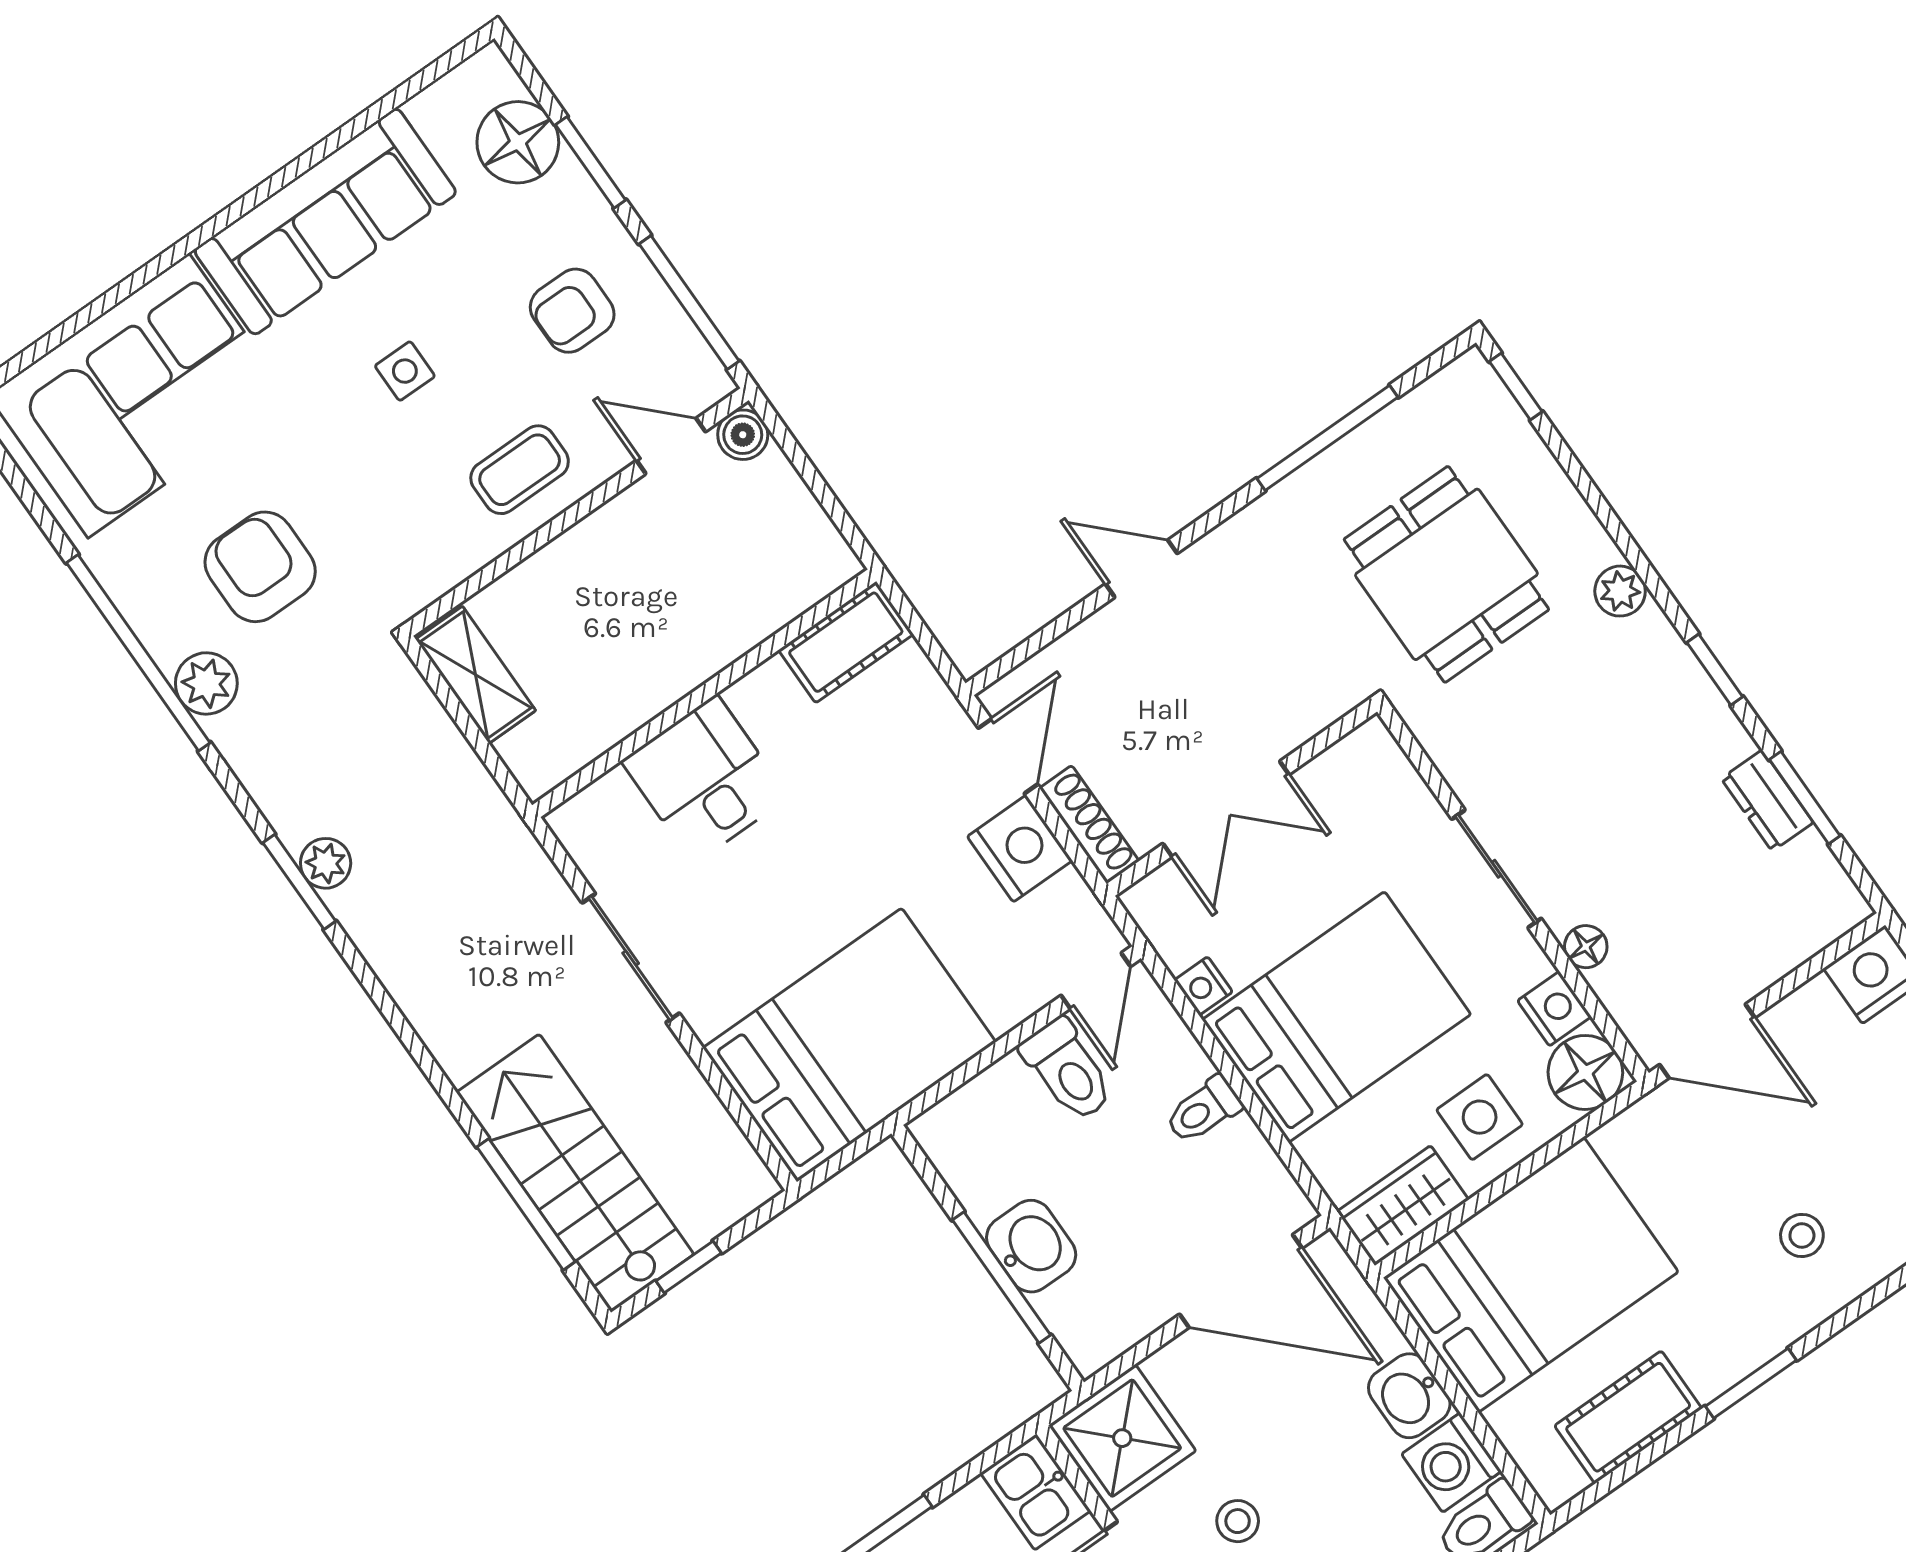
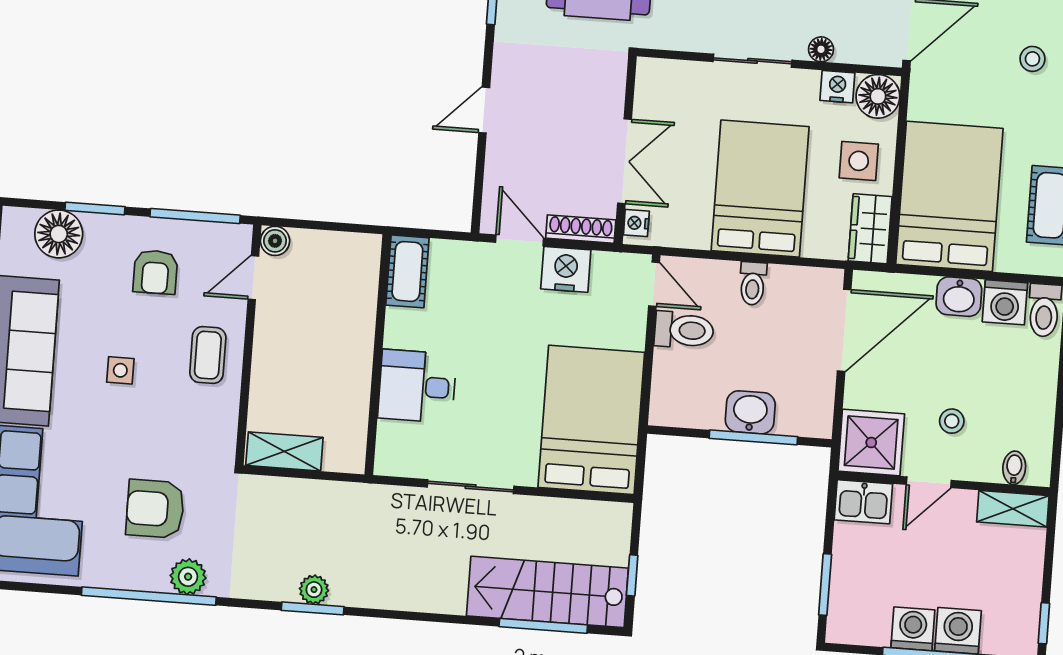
nightstand: (1203, 986) -> (636, 223), moved, turned 90

